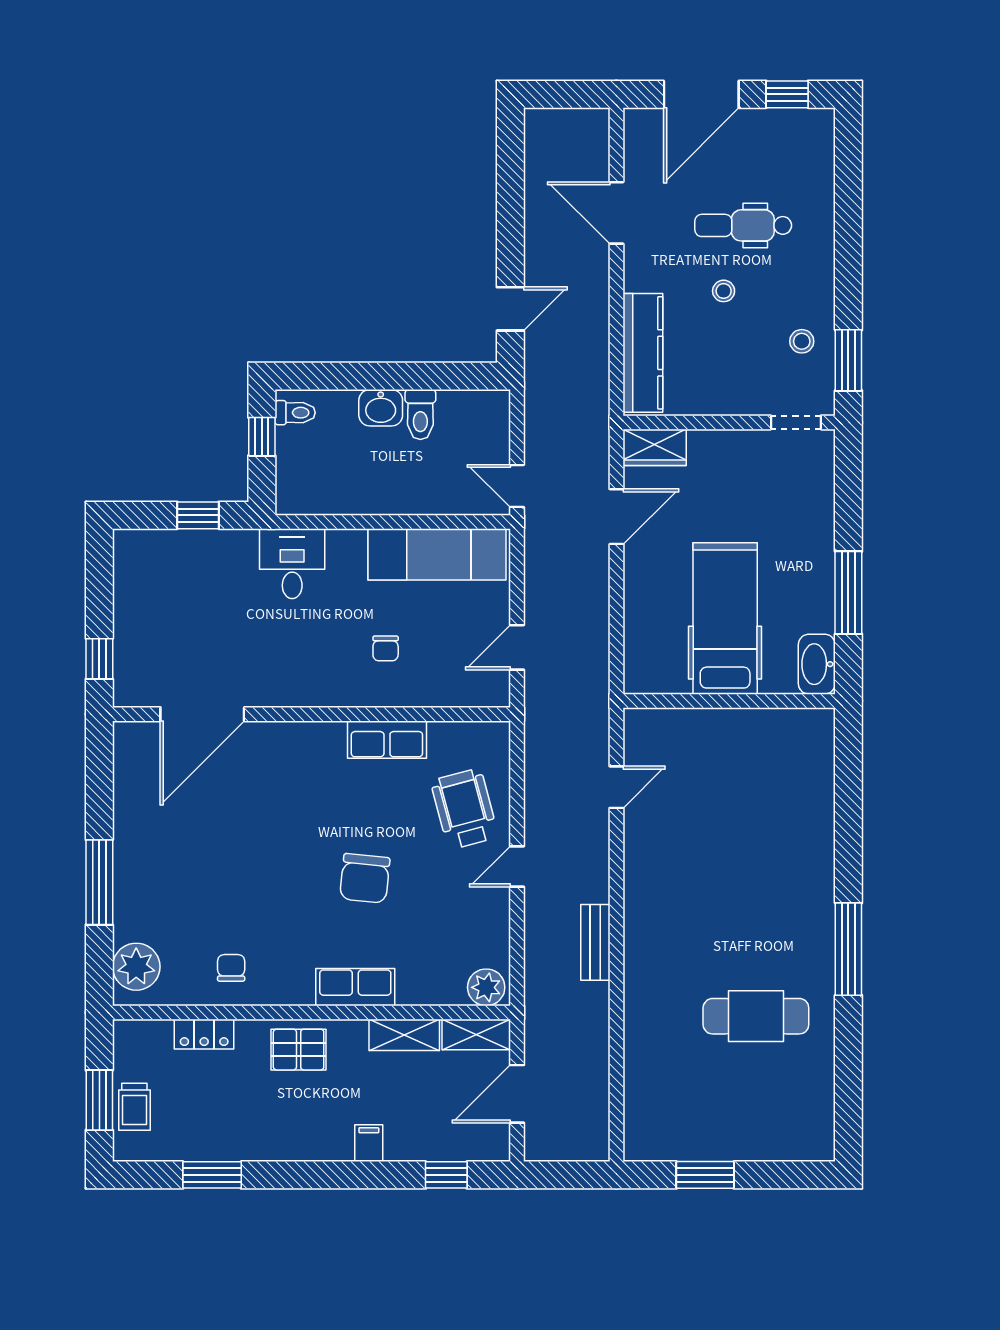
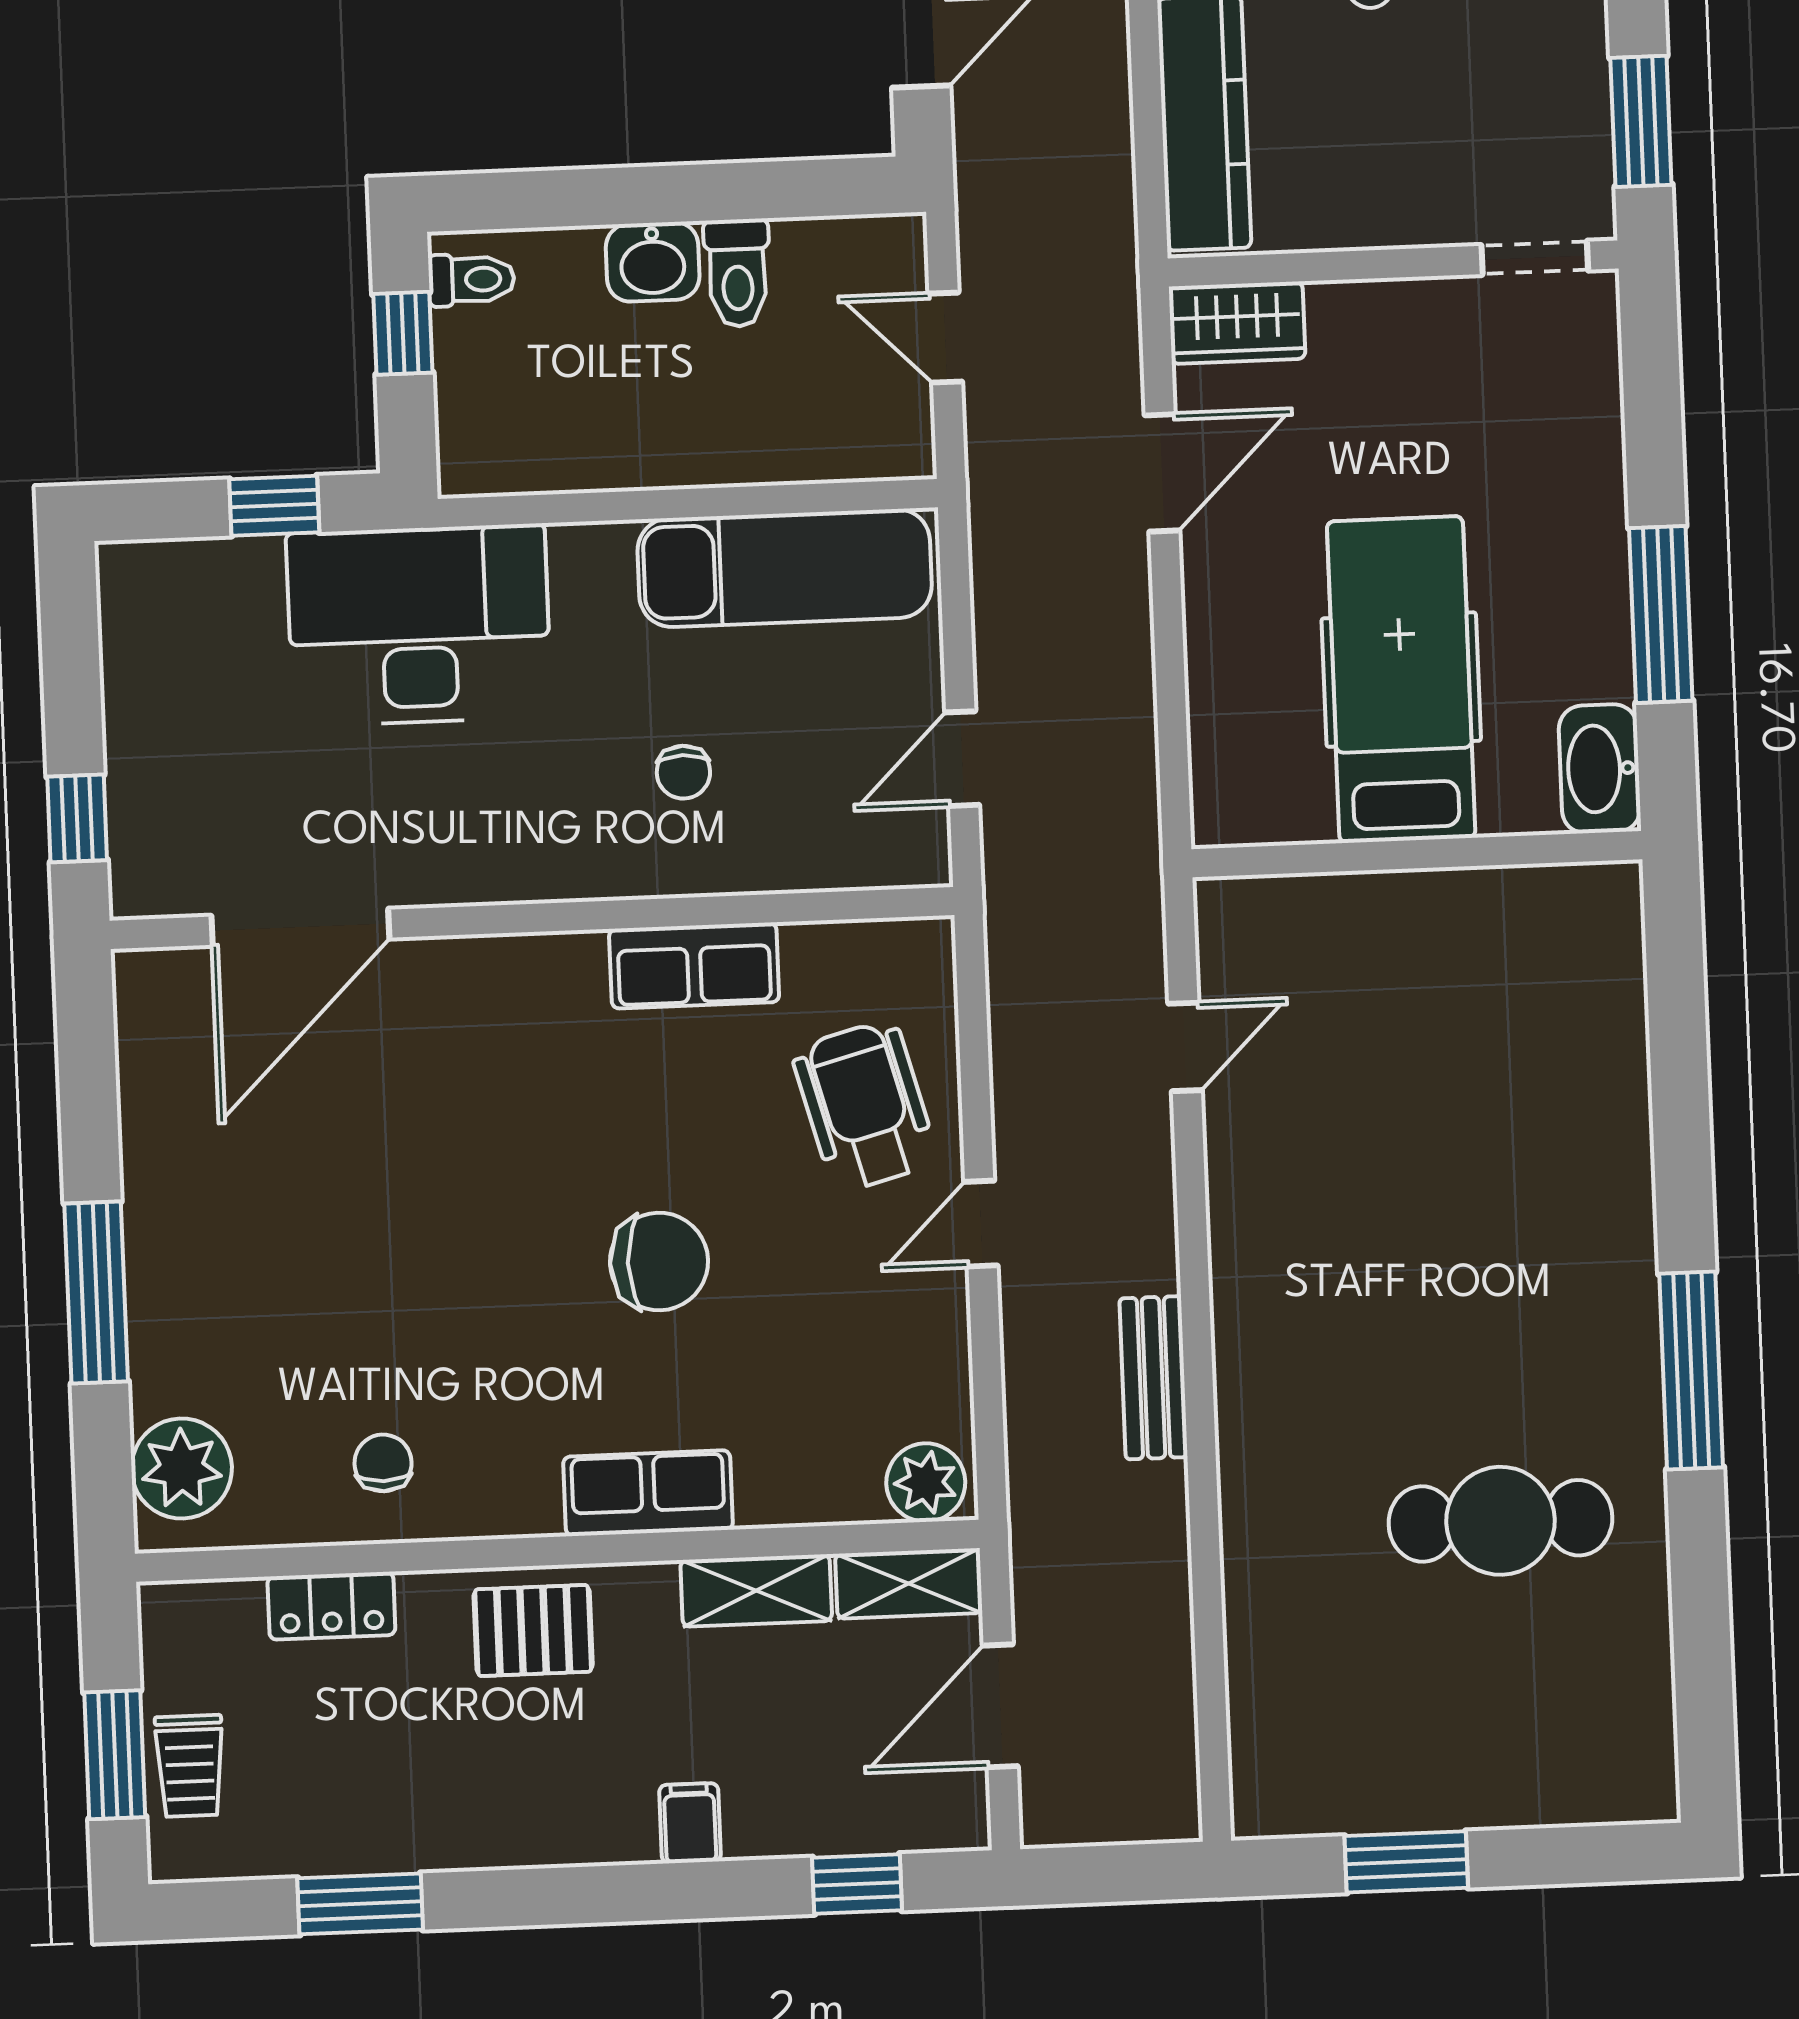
stool: (802, 341) -> (1540, 85), removed
door: (517, 486) -> (945, 338), moved
desk: (292, 564) -> (419, 625), width x1.87, depth x1.30
chair: (365, 878) -> (659, 1262), turned -96

